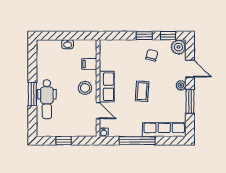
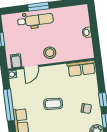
filing cabinet: (89, 64) -> (16, 61), moved
row of seats: (107, 87) -> (82, 68), moved
dental chair: (47, 99) -> (35, 20), turned 180

